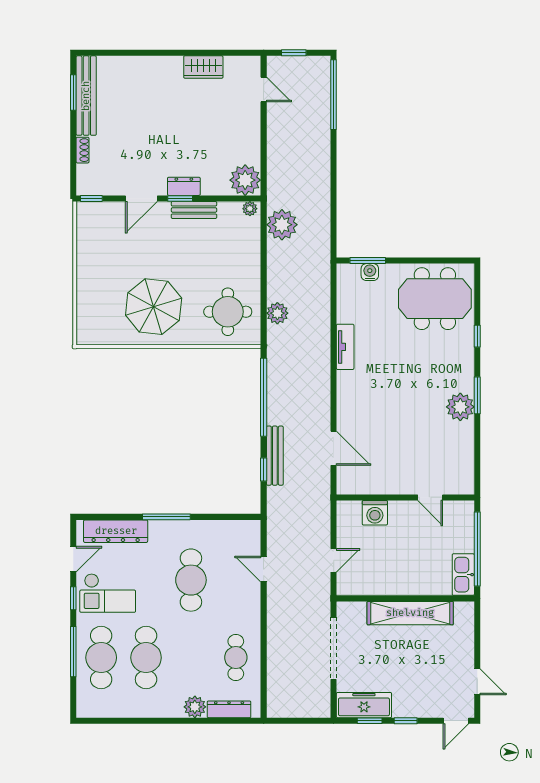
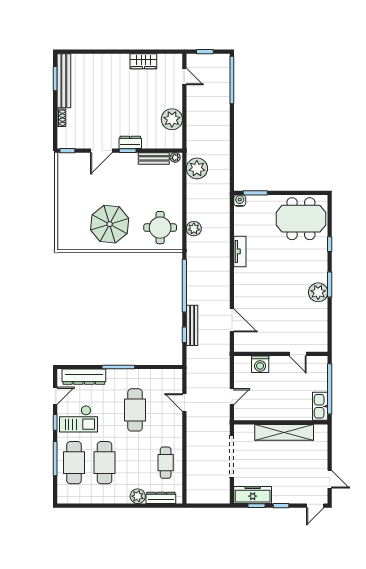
plant: (245, 180) -> (172, 119), moved
bench: (194, 210) -> (154, 158), moved
water cooler: (370, 272) -> (240, 201), moved

